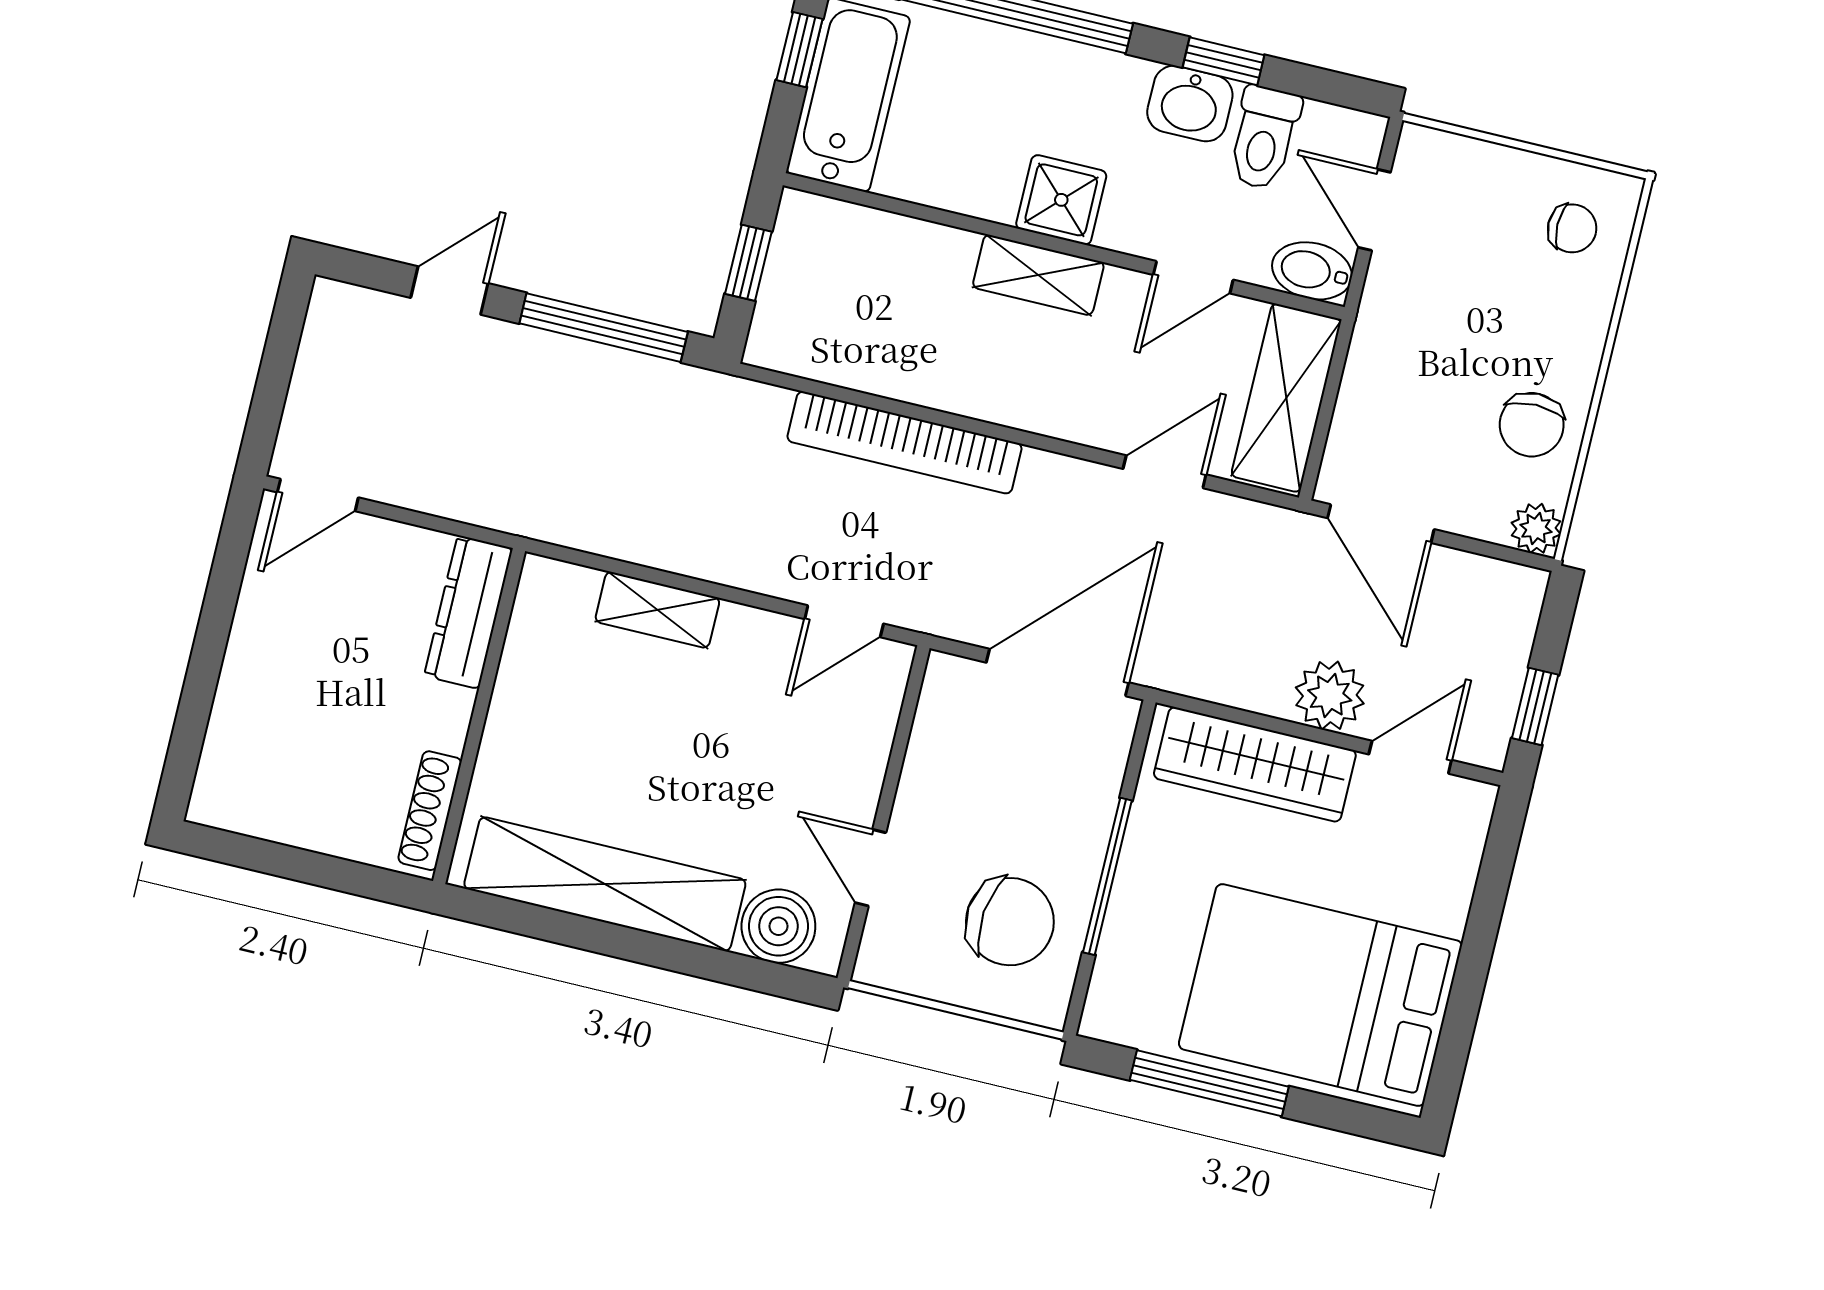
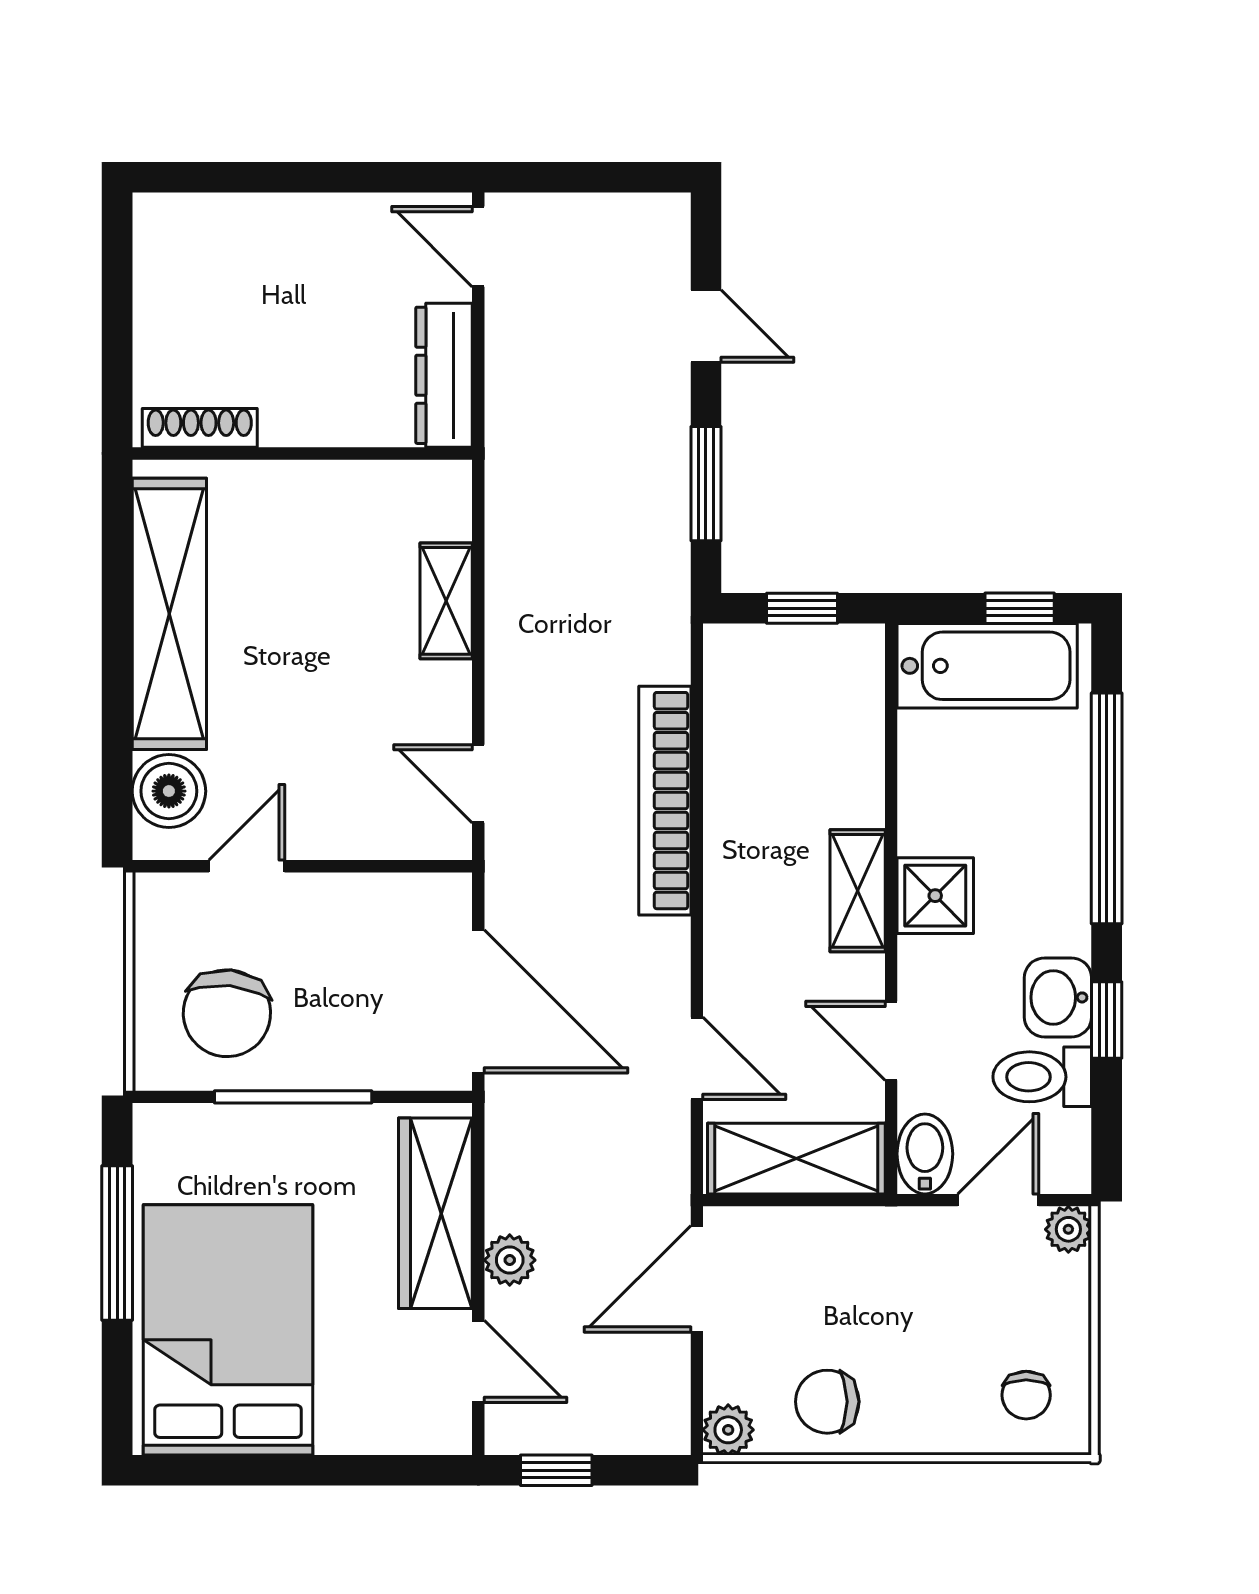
plant: (1420, 148) -> (1068, 1229), added
window: (604, 328) -> (706, 484), width x0.69
dresser: (468, 612) -> (444, 375), moved, turned -90
plant: (1330, 695) -> (510, 1260), width x0.73, depth x0.73

